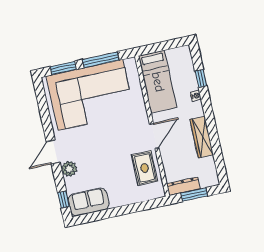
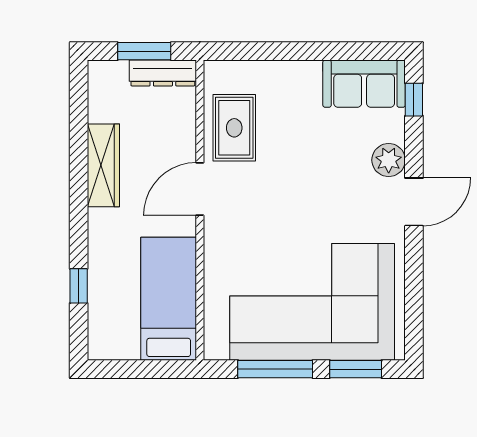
nightstand: (196, 96) -> (97, 253), removed

